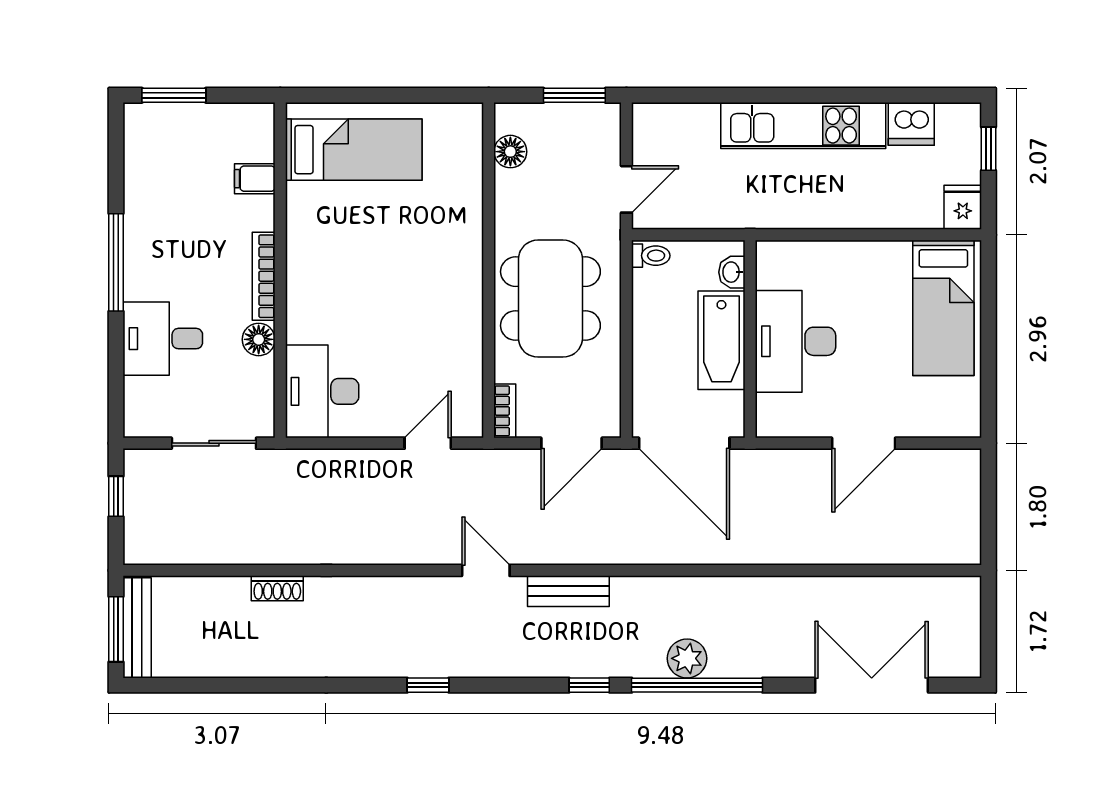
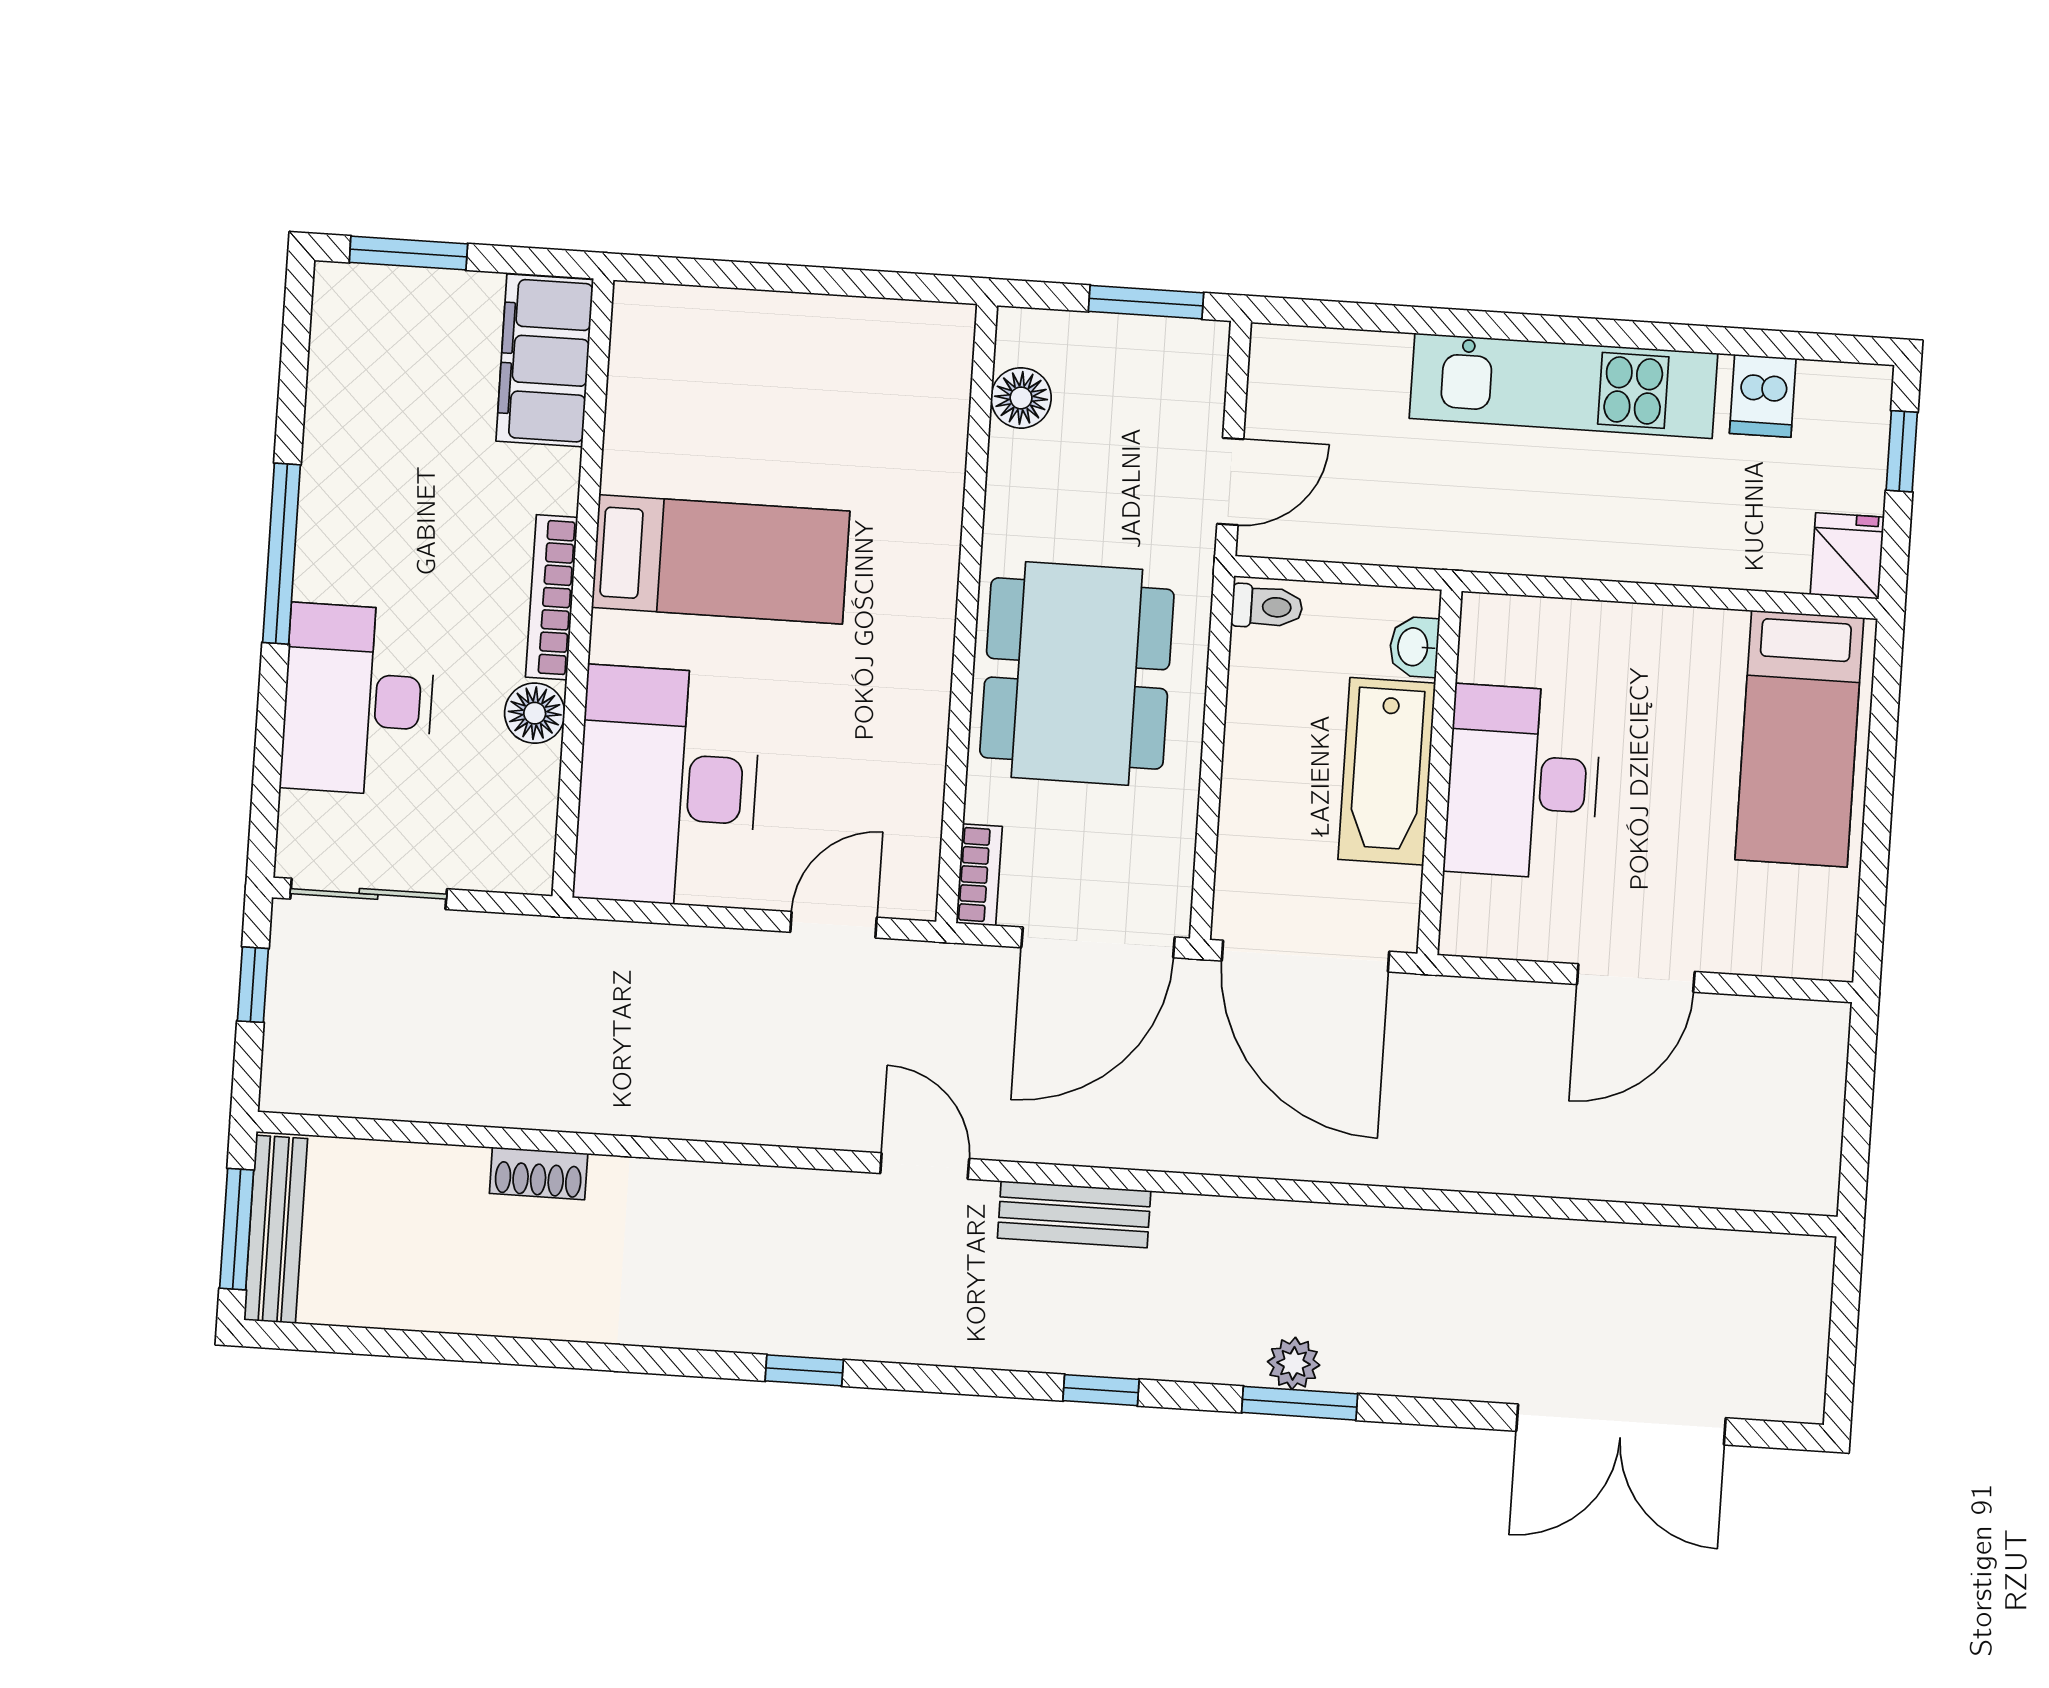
dishwasher: (911, 124) -> (1763, 396), width x0.73
bed: (354, 150) -> (721, 559), moved
filing cabinet: (255, 179) -> (545, 360), width x3.00, depth x1.17
desk: (163, 339) -> (358, 700), width x1.37
desk: (322, 391) -> (667, 787), width x1.36, depth x1.30
sliding door: (214, 443) -> (369, 894), moved
door: (571, 443) -> (1098, 942), width x1.36
plant: (687, 658) -> (1294, 1363), width x0.73, depth x0.73
window: (697, 685) -> (1300, 1403), width x0.47
double door: (872, 685) -> (1621, 1425), swing flipped

